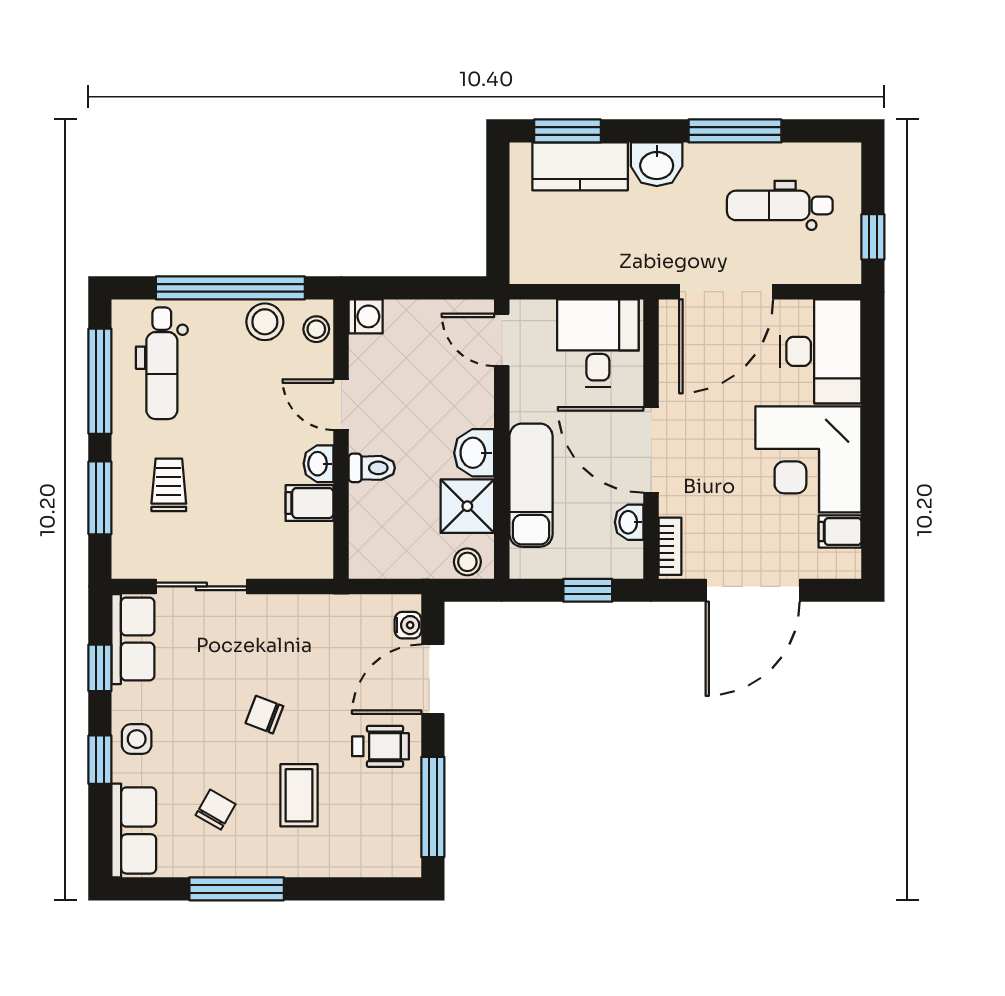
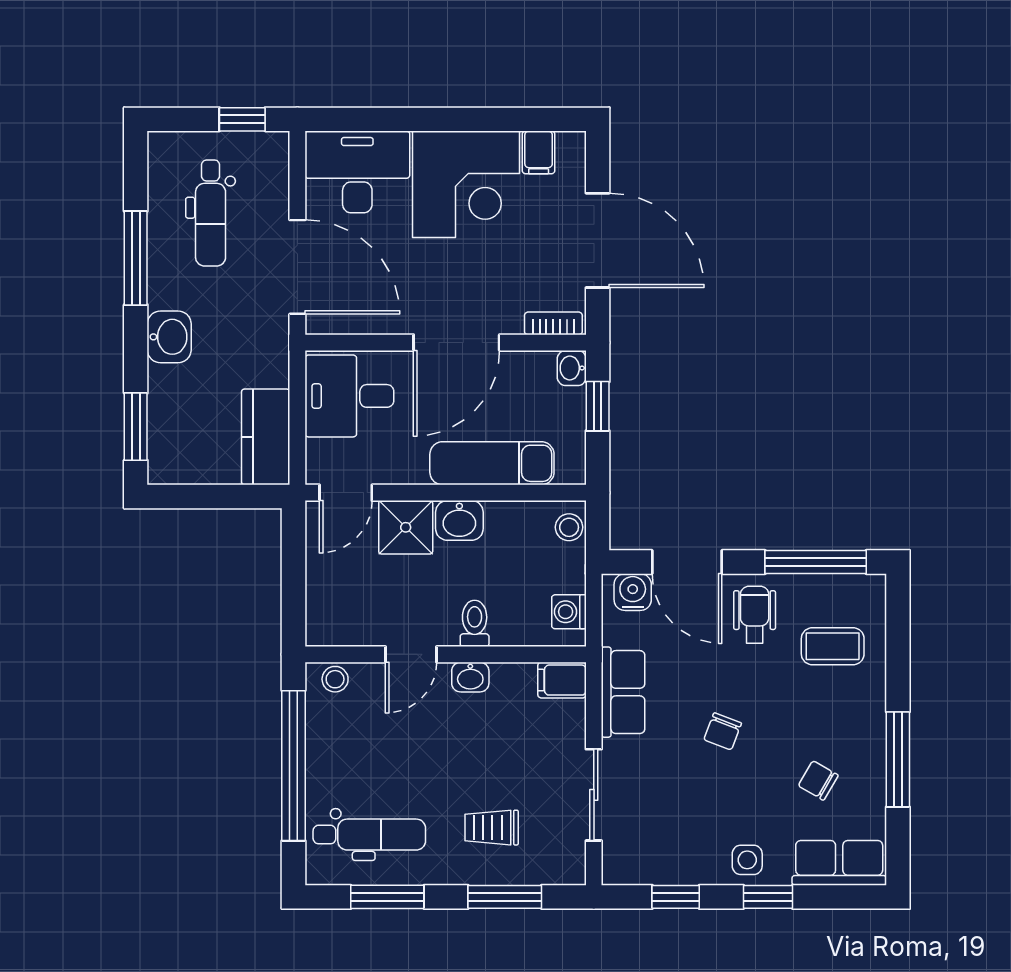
kitchen counter: (580, 166) -> (266, 437), moved, turned 180
washing machine: (366, 316) -> (569, 612), moved, turned -90
stool: (265, 322) -> (328, 731), removed
window: (100, 381) -> (387, 897), width x0.69
filing cabinet: (309, 503) -> (562, 680), moved, turned 90
shower: (467, 506) -> (406, 527), moved
washbasin: (629, 522) -> (572, 368), moved, turned 90
water cooler: (408, 625) -> (633, 592), width x1.38, depth x1.38
row of seats: (133, 639) -> (623, 692), moved, turned 90
coffee table: (299, 795) -> (833, 646), moved

